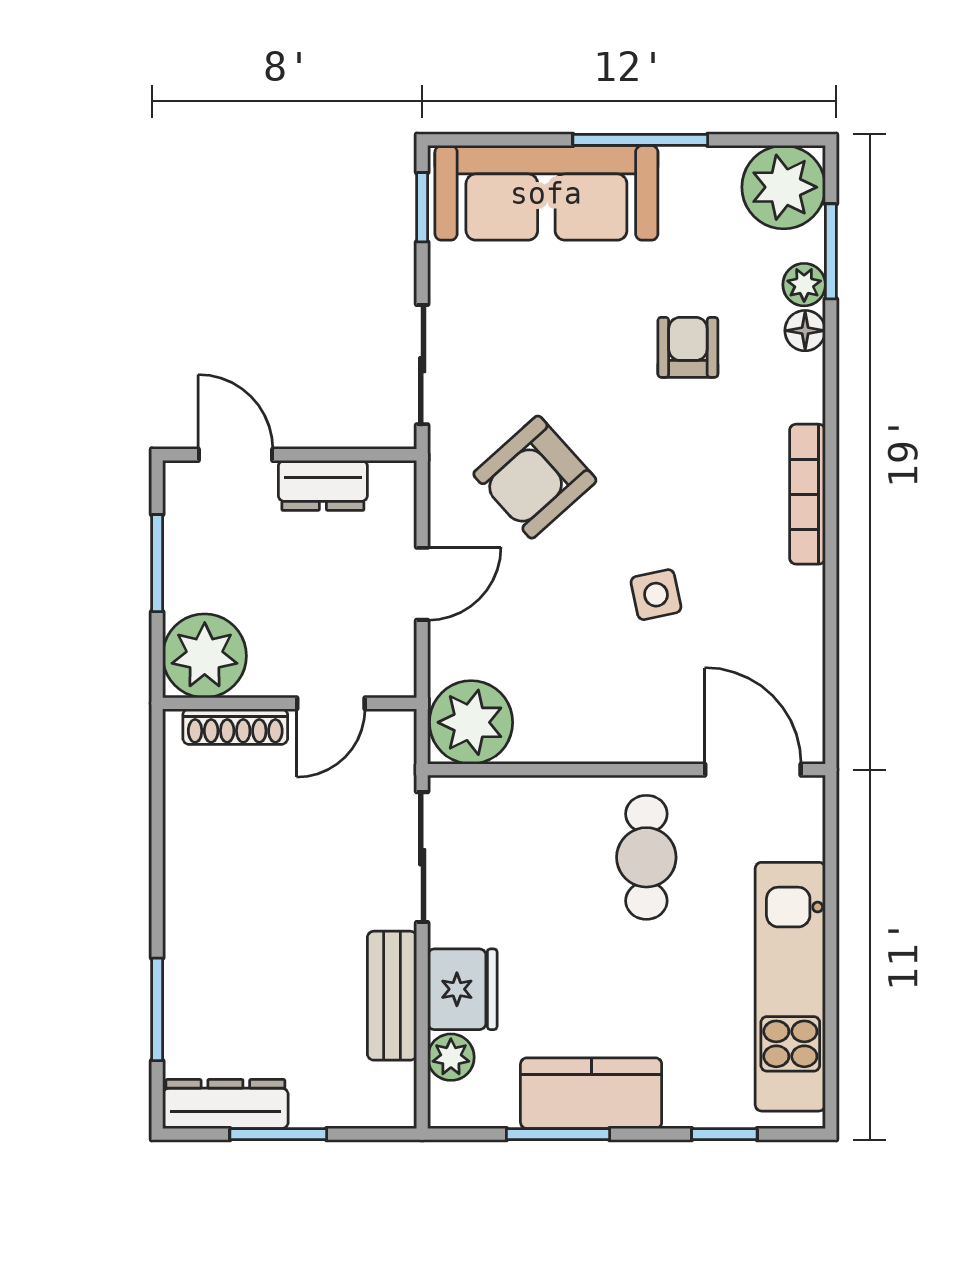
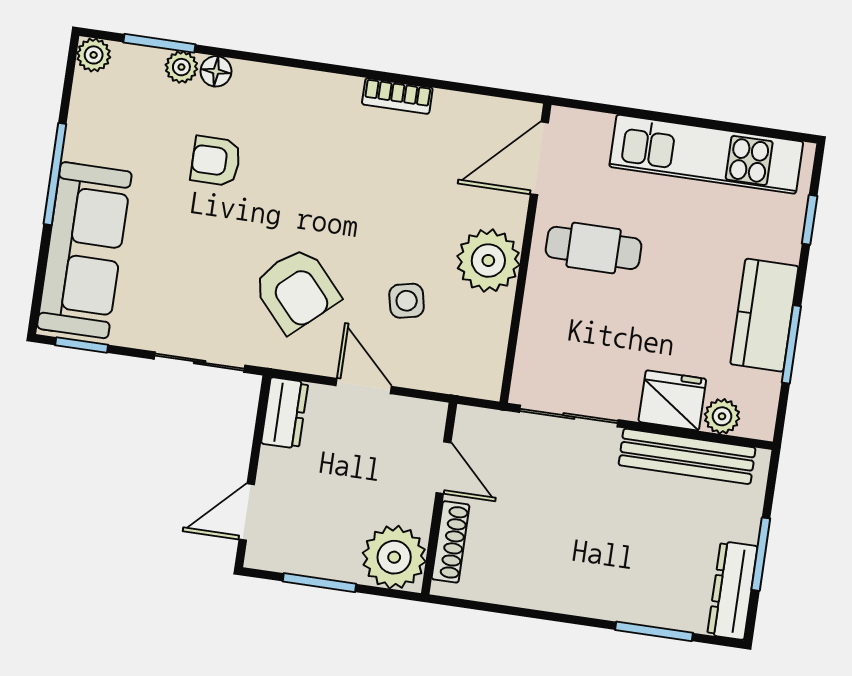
plant: (784, 187) -> (94, 55), width x0.53, depth x0.53
dresser: (323, 485) -> (285, 413), moved
bookcase: (807, 494) -> (397, 96), moved, width x0.64
side table: (656, 595) -> (407, 301), moved
plant: (471, 722) -> (488, 261), moved
bench: (392, 996) -> (687, 456), width x1.36

